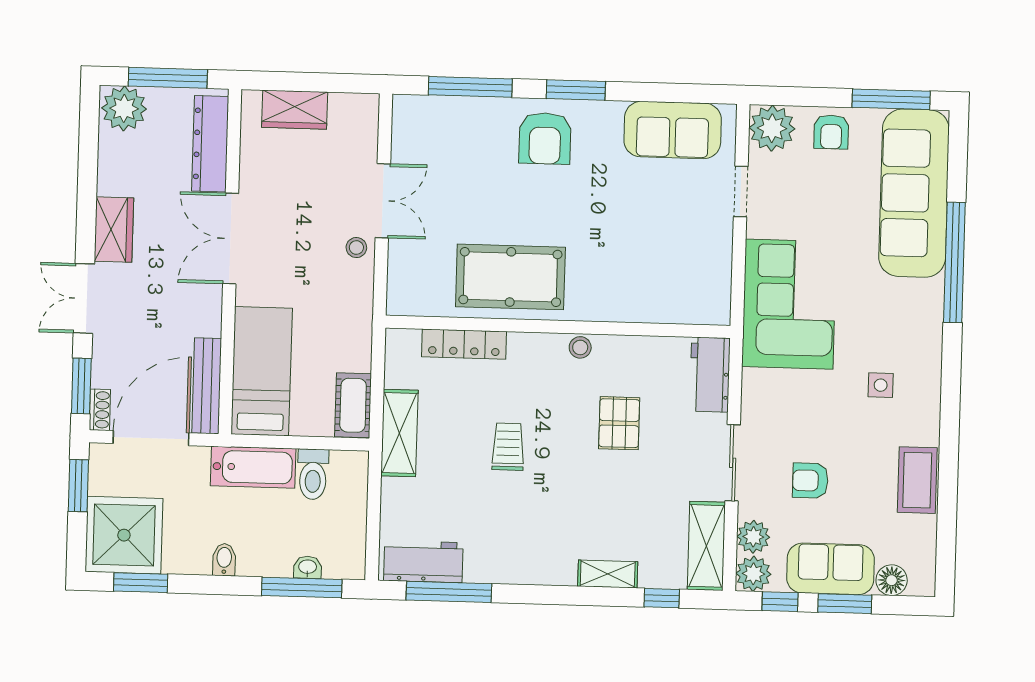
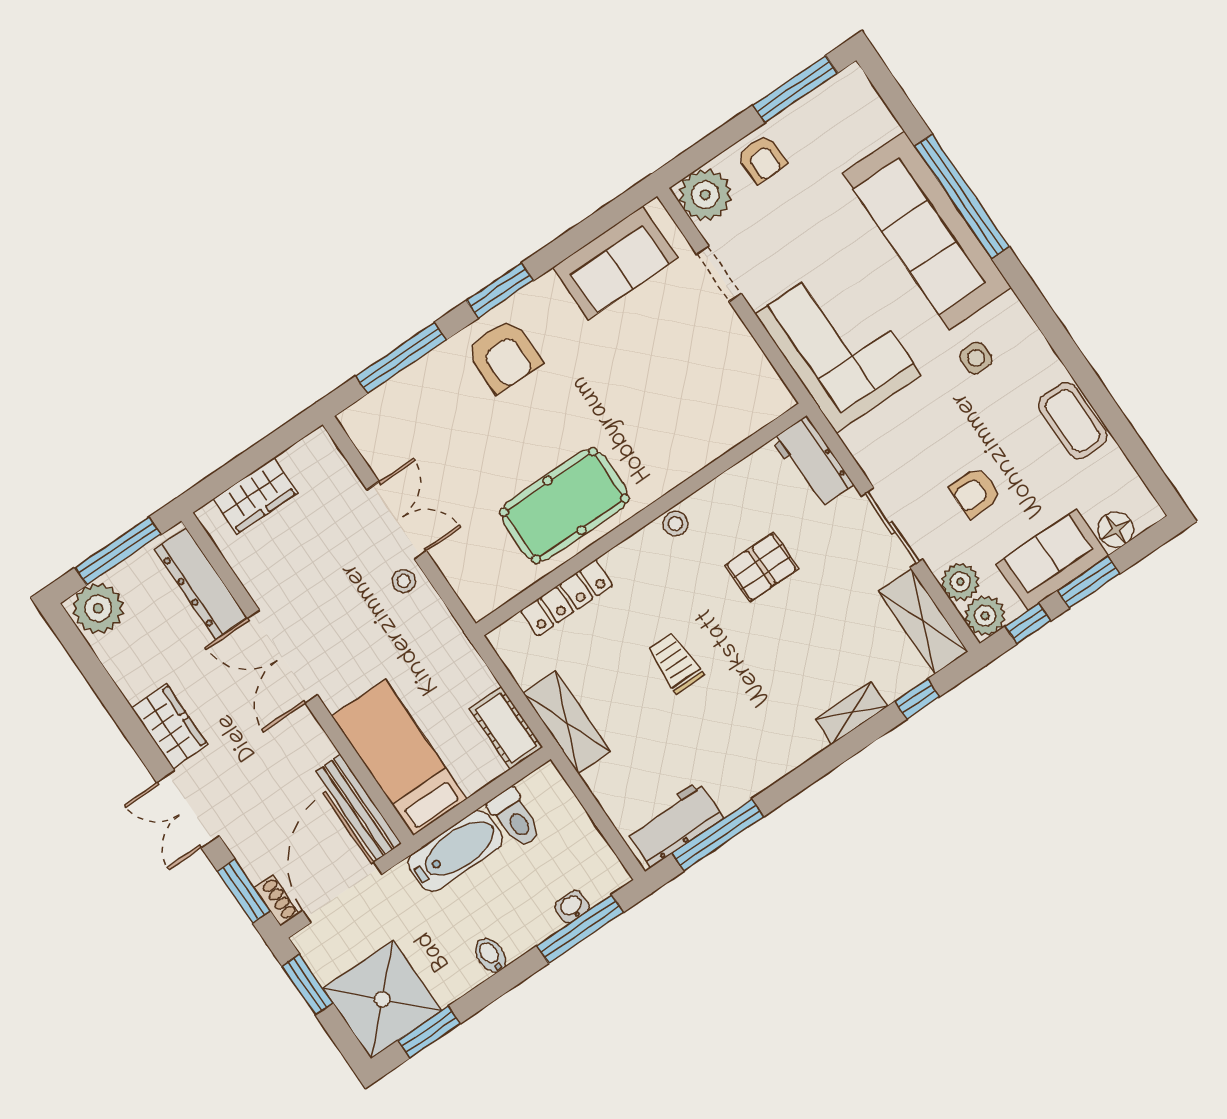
sofa: (914, 193) -> (927, 231), moved
pallet: (619, 423) -> (762, 567), turned 90

